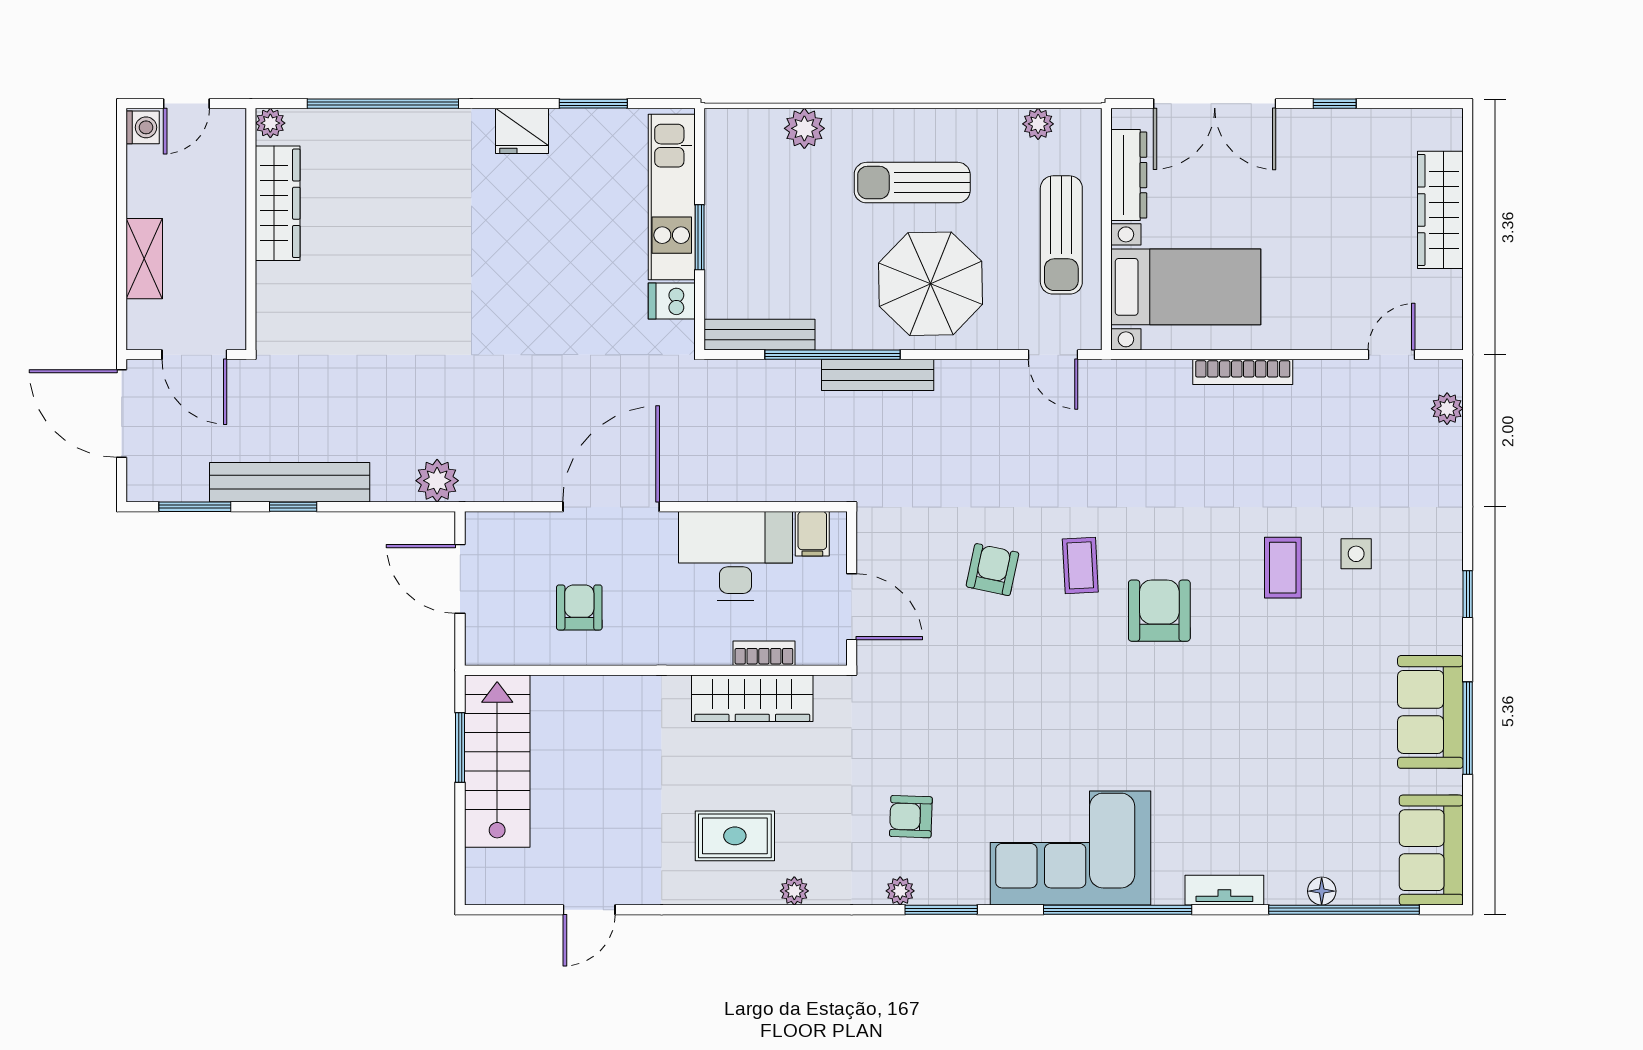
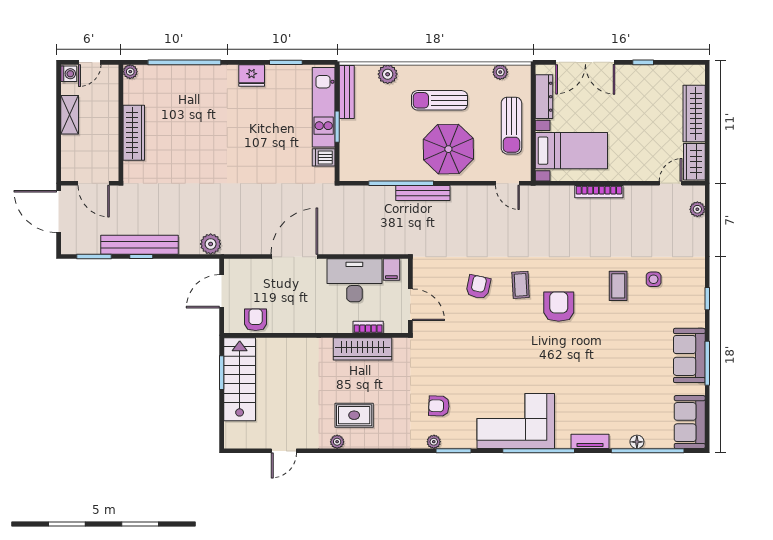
wardrobe: (278, 203) -> (134, 133), moved
shelving: (144, 259) -> (70, 115), moved
wardrobe: (1441, 310) -> (694, 162), added
bench: (759, 335) -> (347, 92), moved, turned 90
door: (460, 579) -> (222, 291), hinge flipped
armchair: (579, 607) -> (256, 320), moved
plant: (794, 891) -> (337, 442), moved

